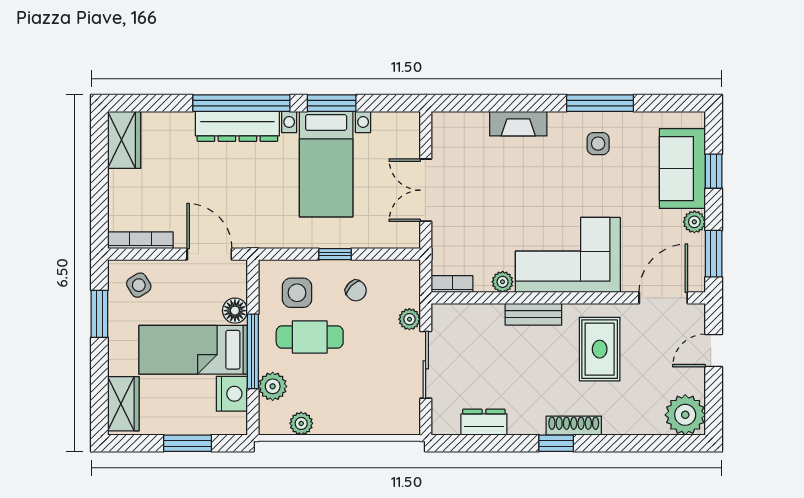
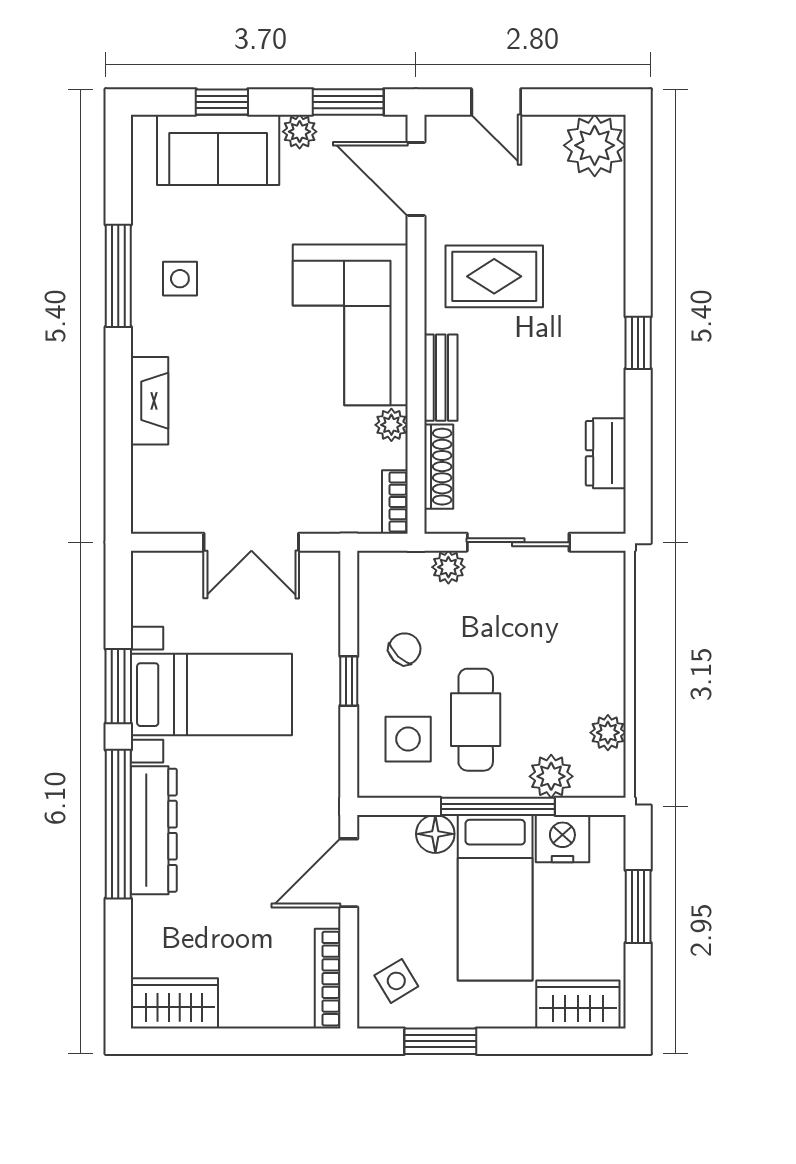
shoe rack: (574, 426) -> (439, 467), moved, turned 180

